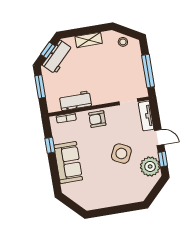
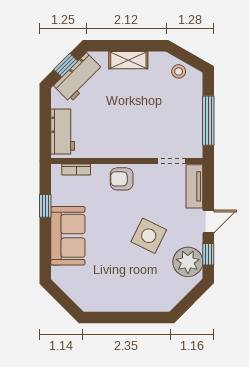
window: (40, 87) -> (45, 117), removed
workbench: (75, 101) -> (63, 132), moved, turned 90
door: (159, 138) -> (208, 222), hinge flipped

